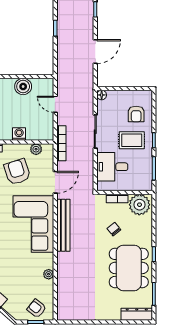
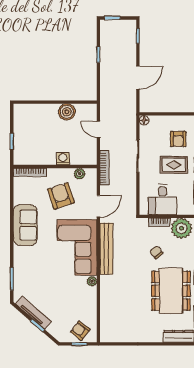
desk: (112, 167) -> (163, 200), moved, turned -90
plant: (49, 274) -> (92, 281), moved

